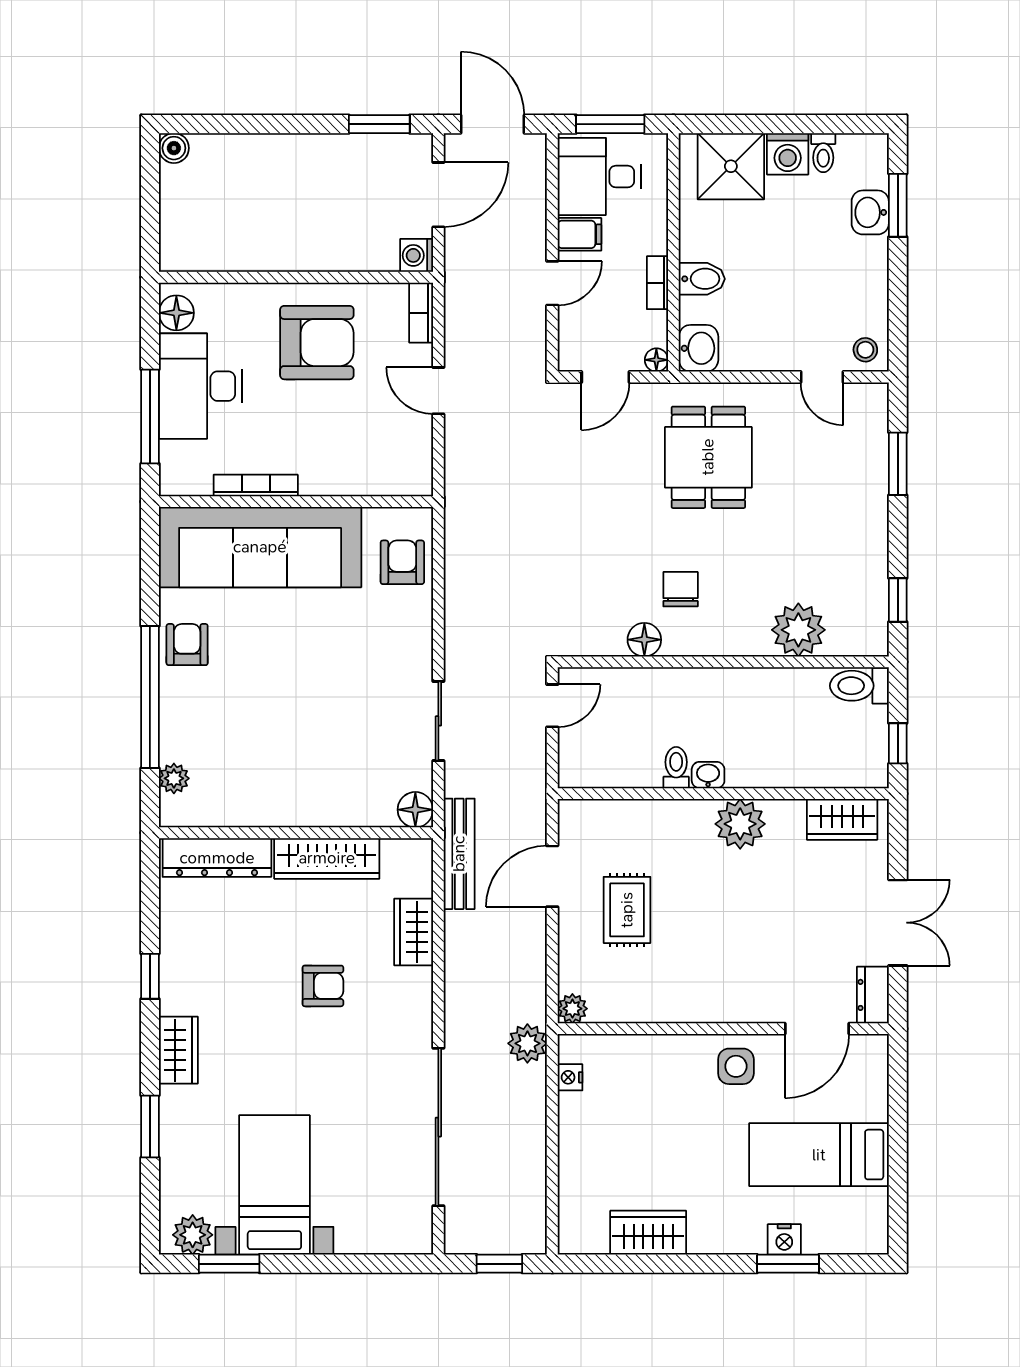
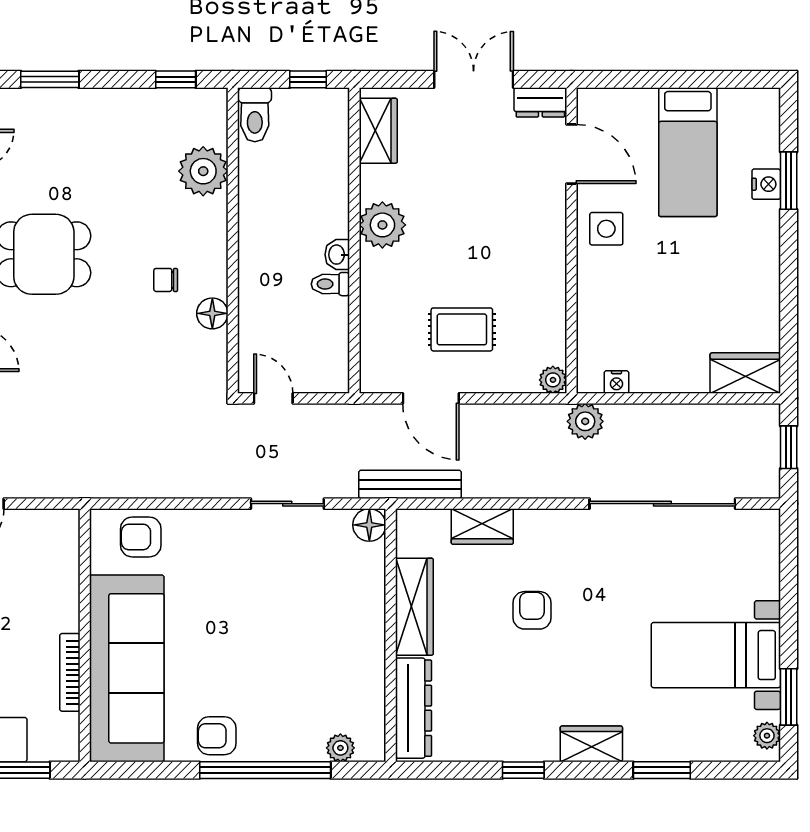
chair: (681, 589) -> (166, 280), width x0.73, depth x0.73
wardrobe: (648, 1233) -> (745, 373), moved, turned 90
plant: (193, 1235) -> (767, 736), width x0.73, depth x0.73

